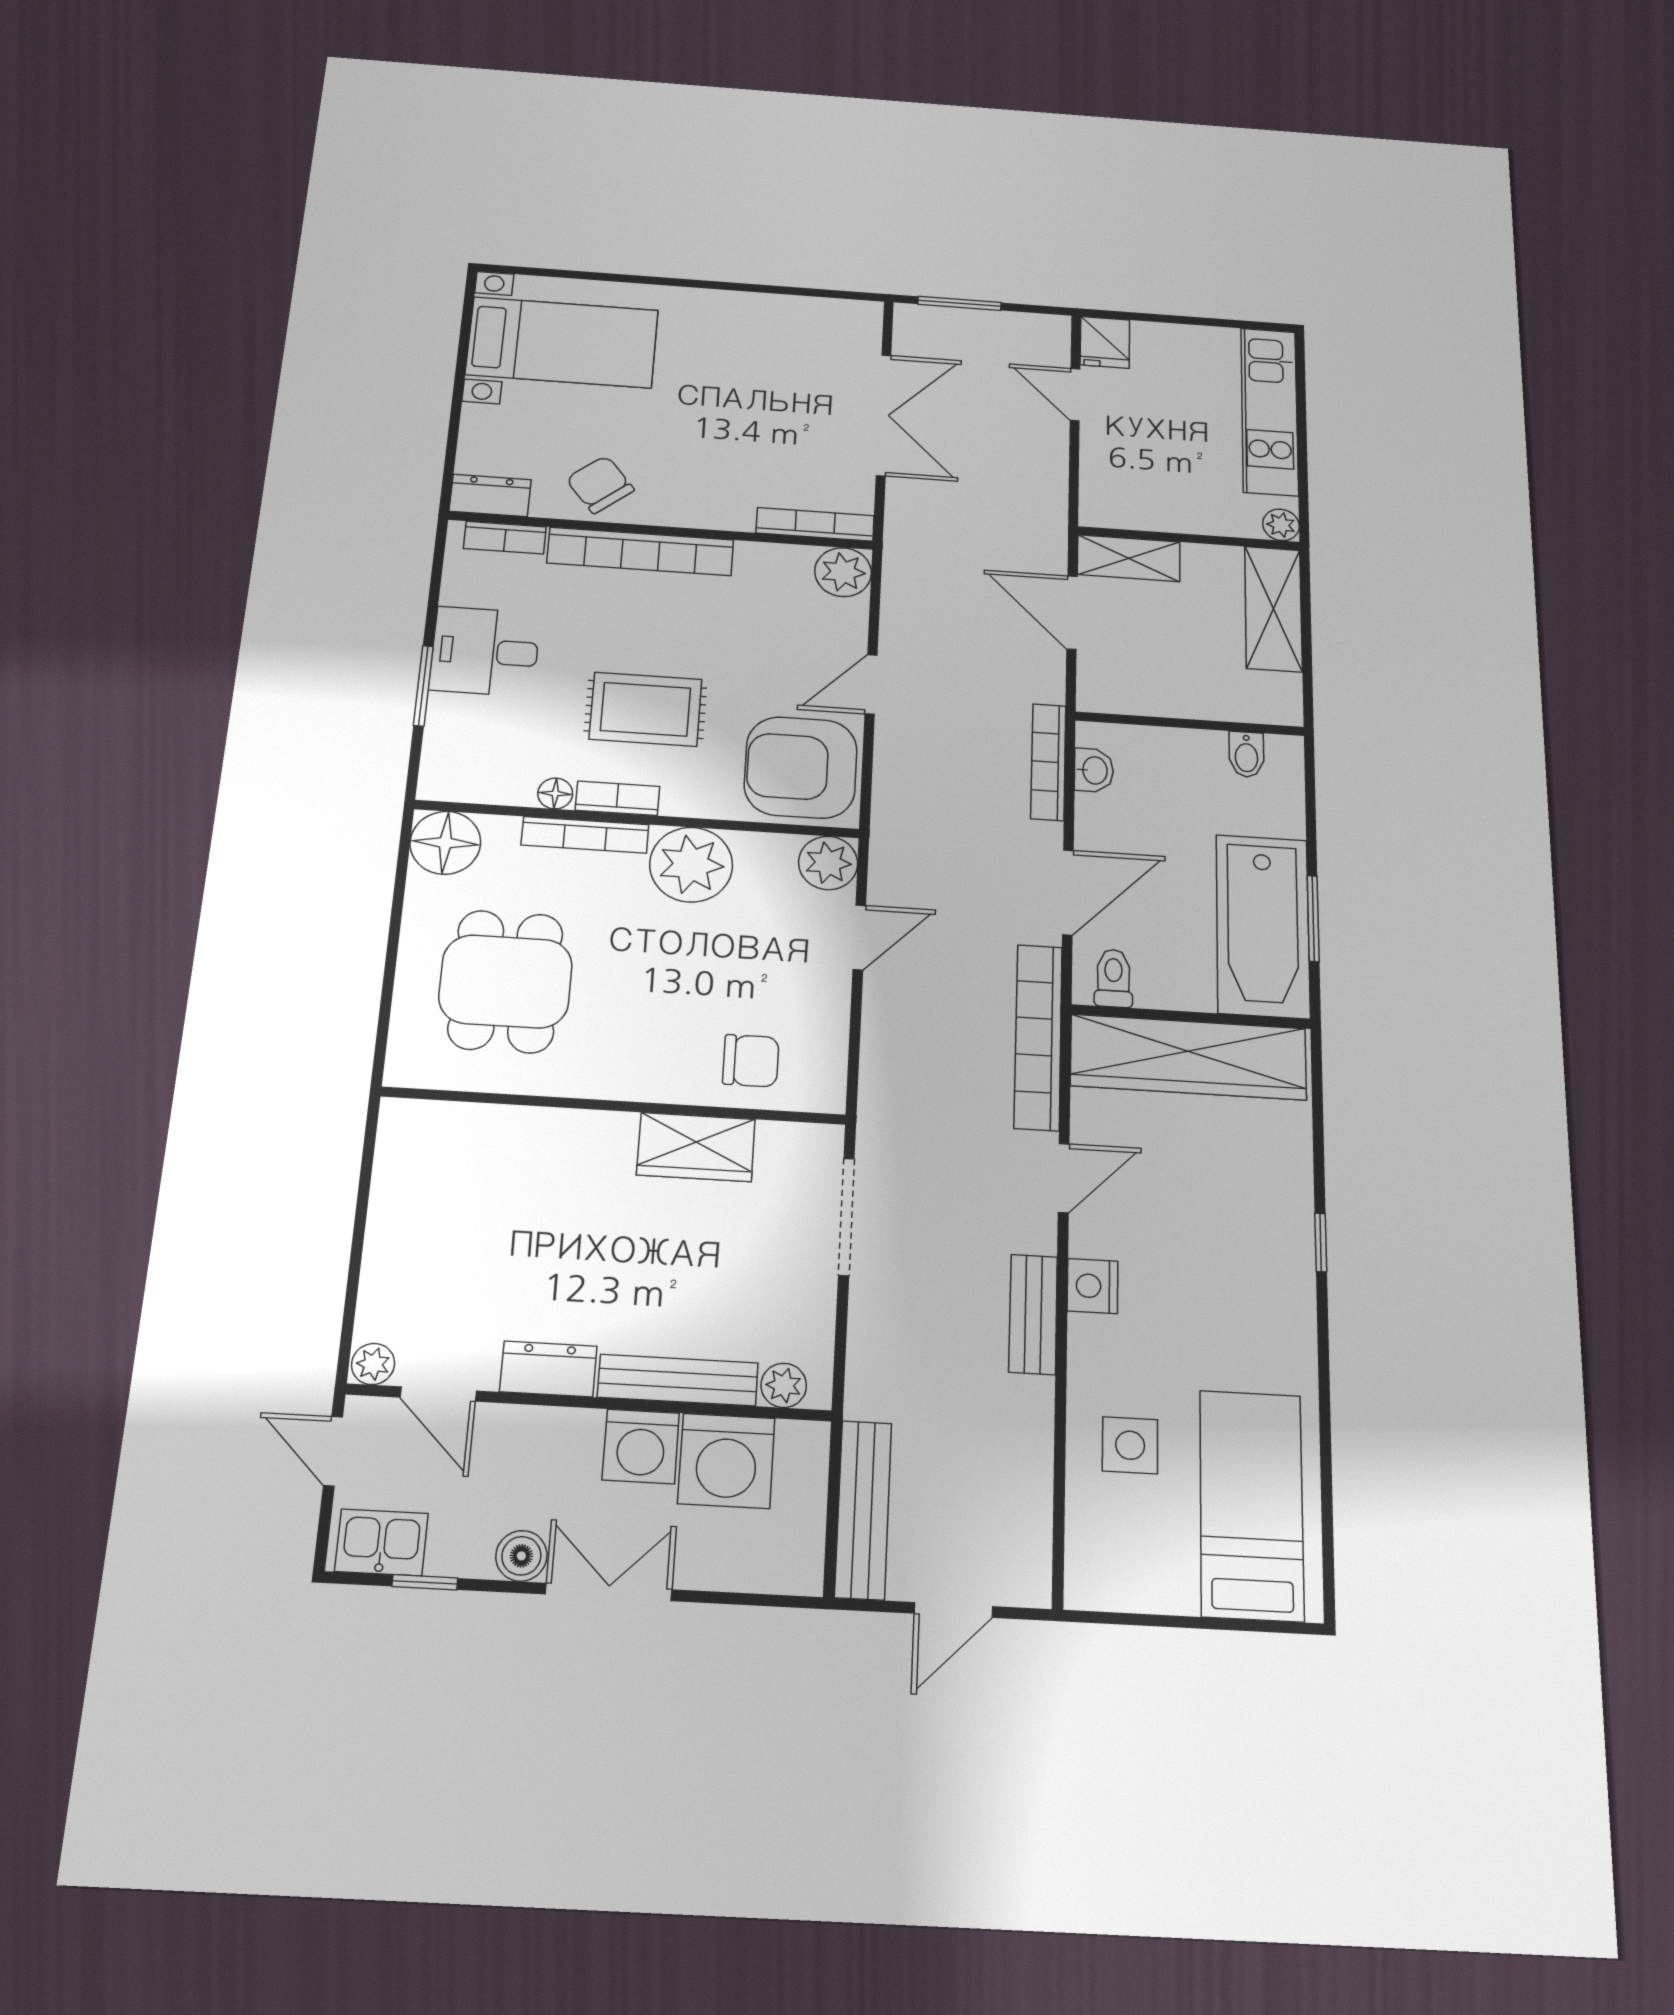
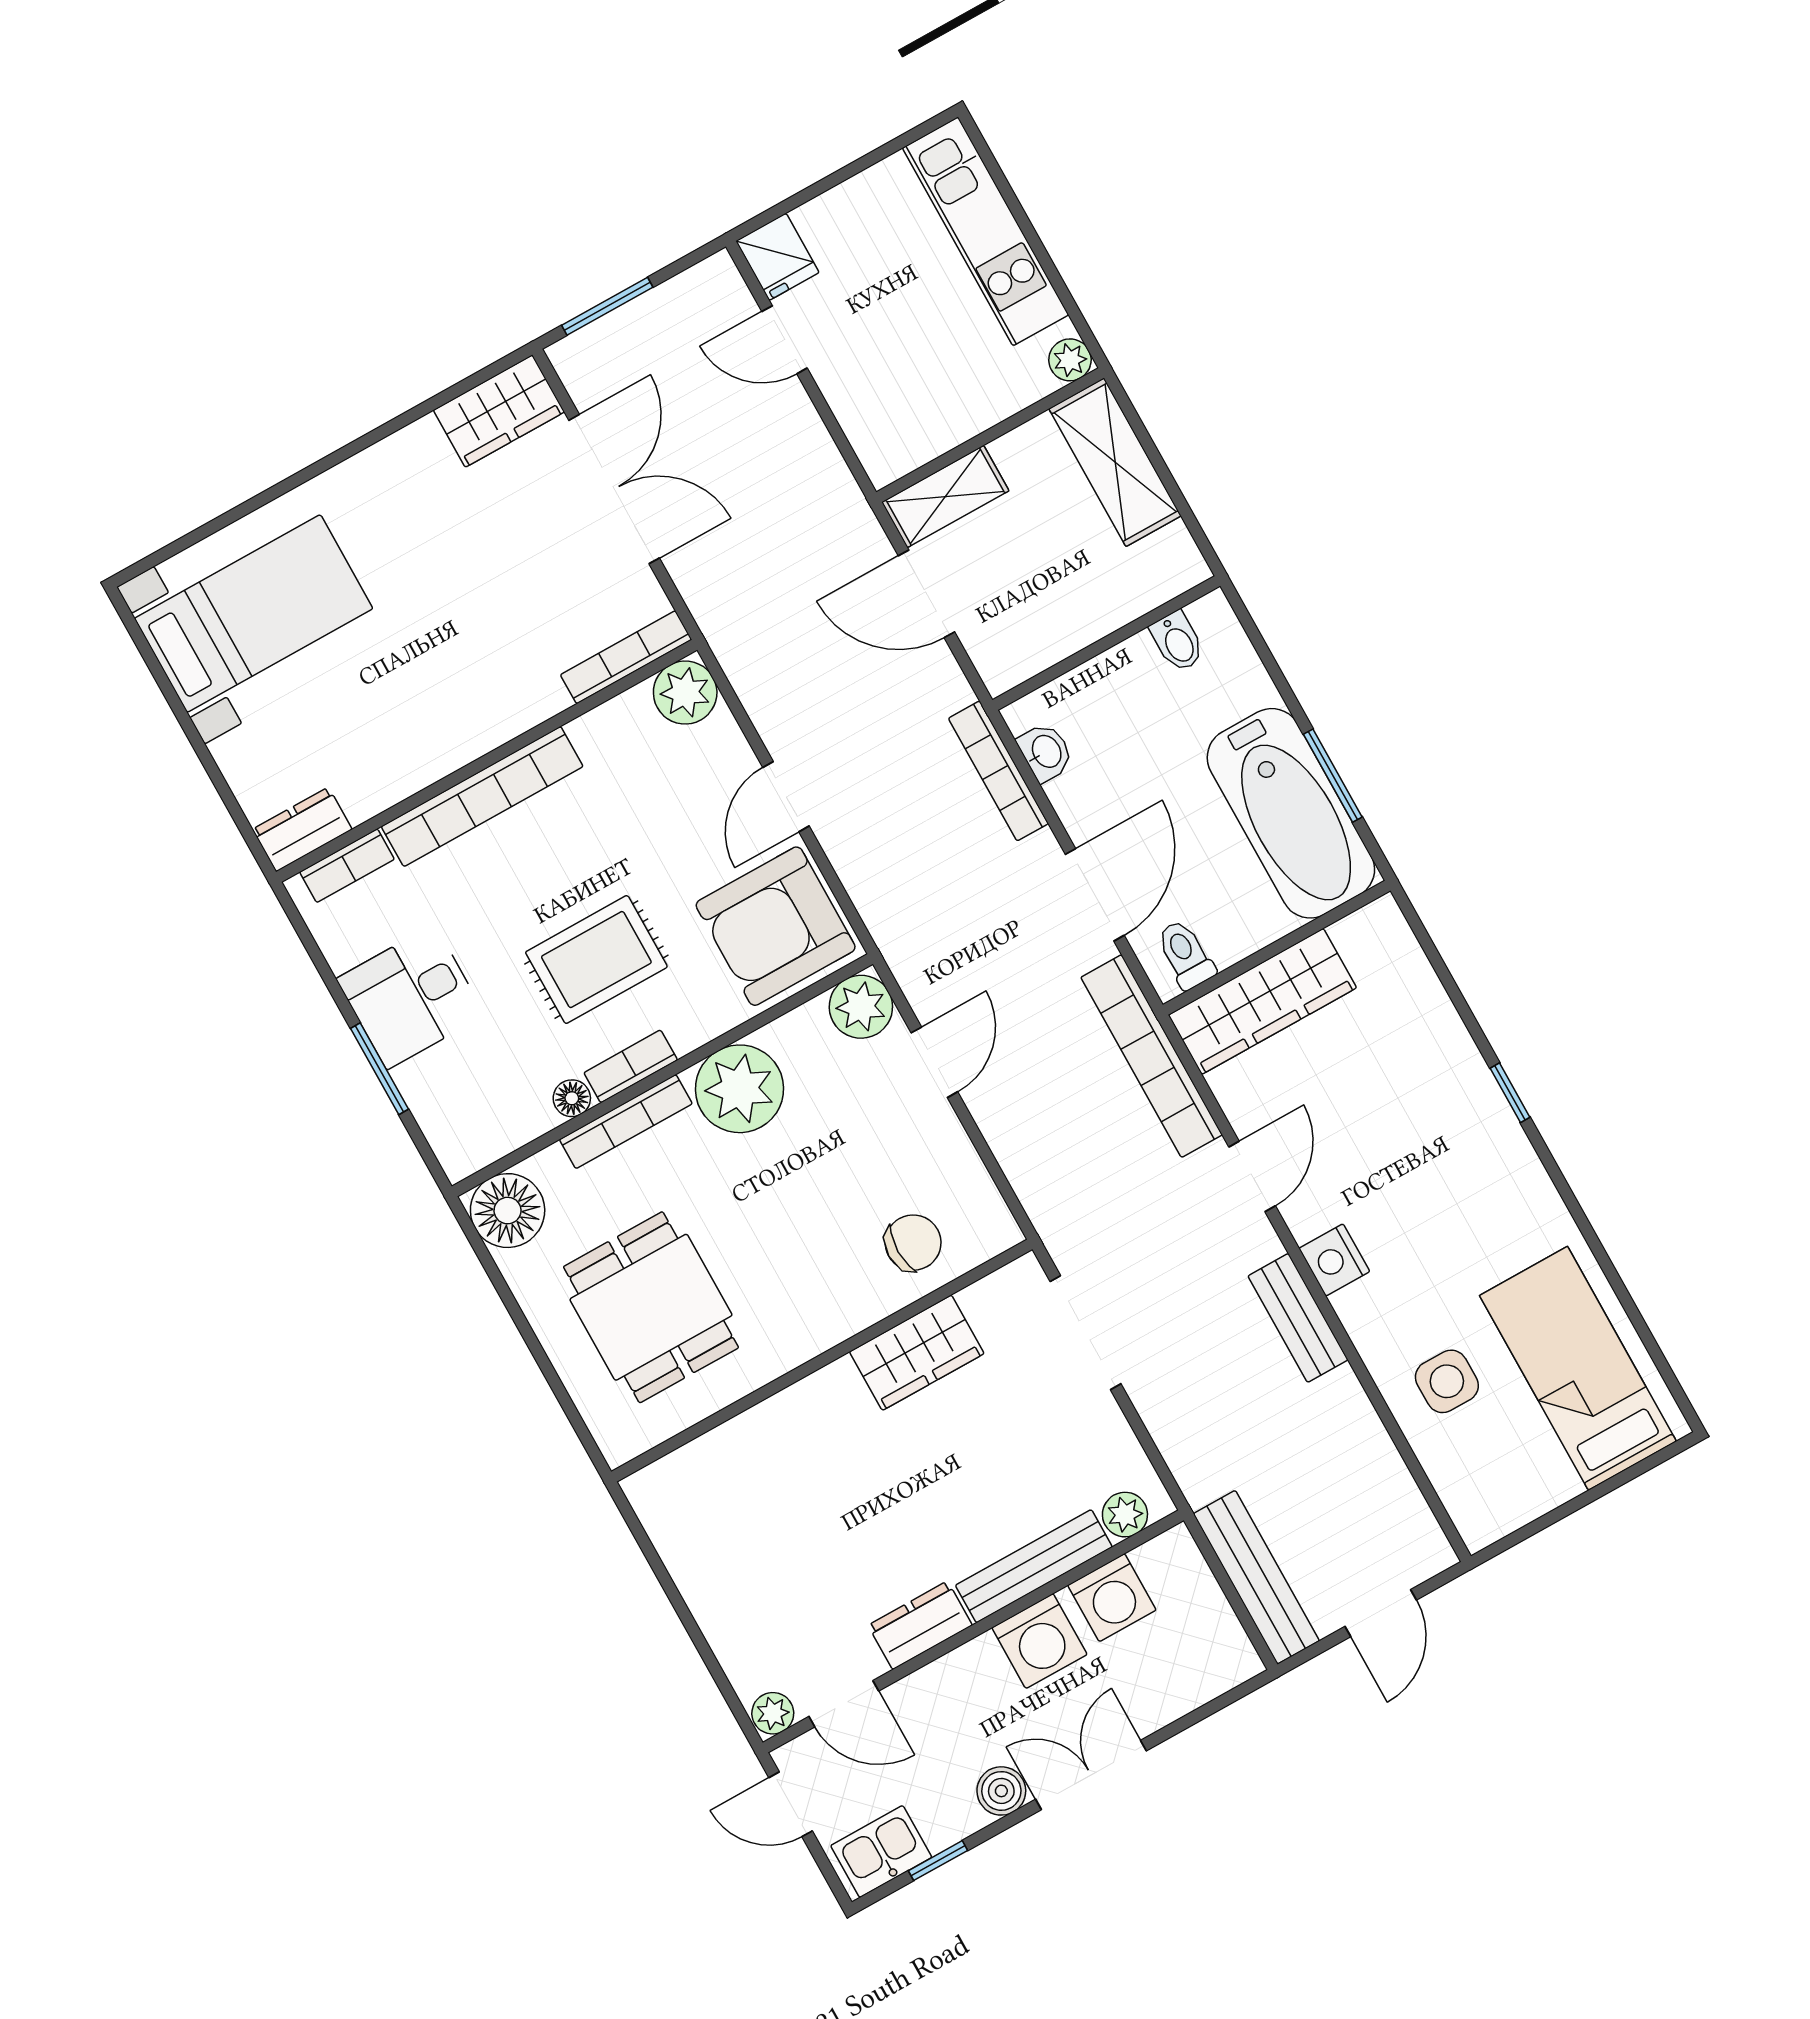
wardrobe: (834, 321) -> (499, 411), added
chair: (600, 484) -> (396, 749), removed
wardrobe: (1188, 1057) -> (1262, 1001), width x0.71, depth x0.85
washing machine: (726, 1461) -> (1112, 1598), width x0.73, depth x0.73

